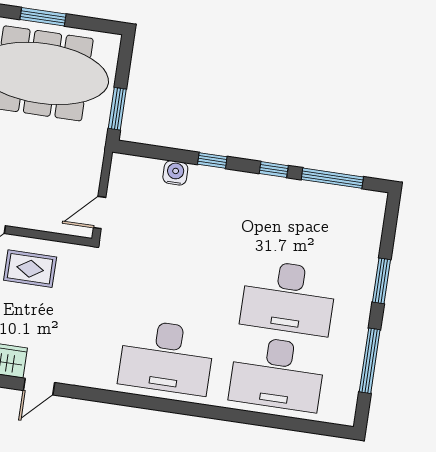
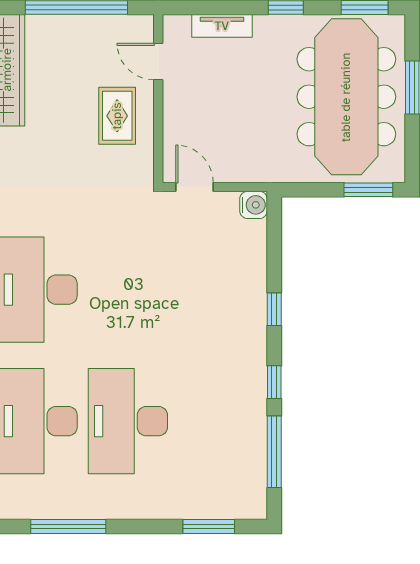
window: (117, 109) -> (368, 190), moved
water cooler: (175, 173) -> (254, 205), moved
window: (382, 281) -> (209, 527), moved

